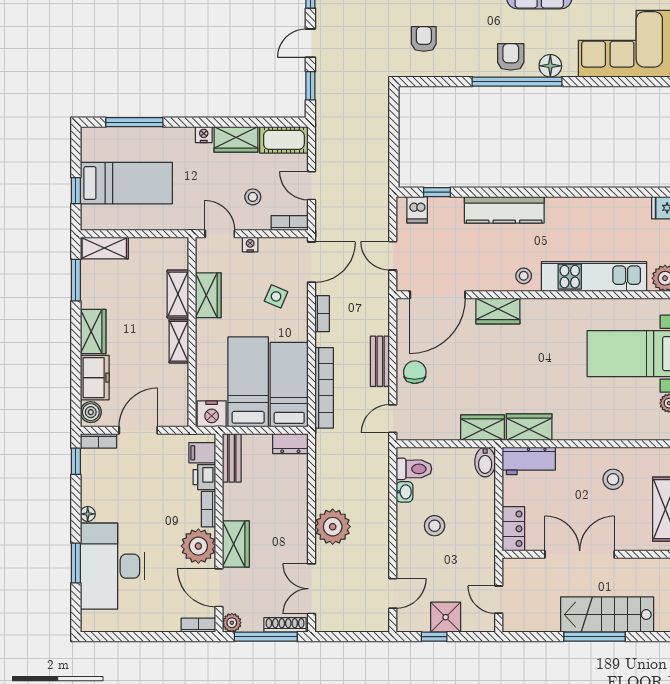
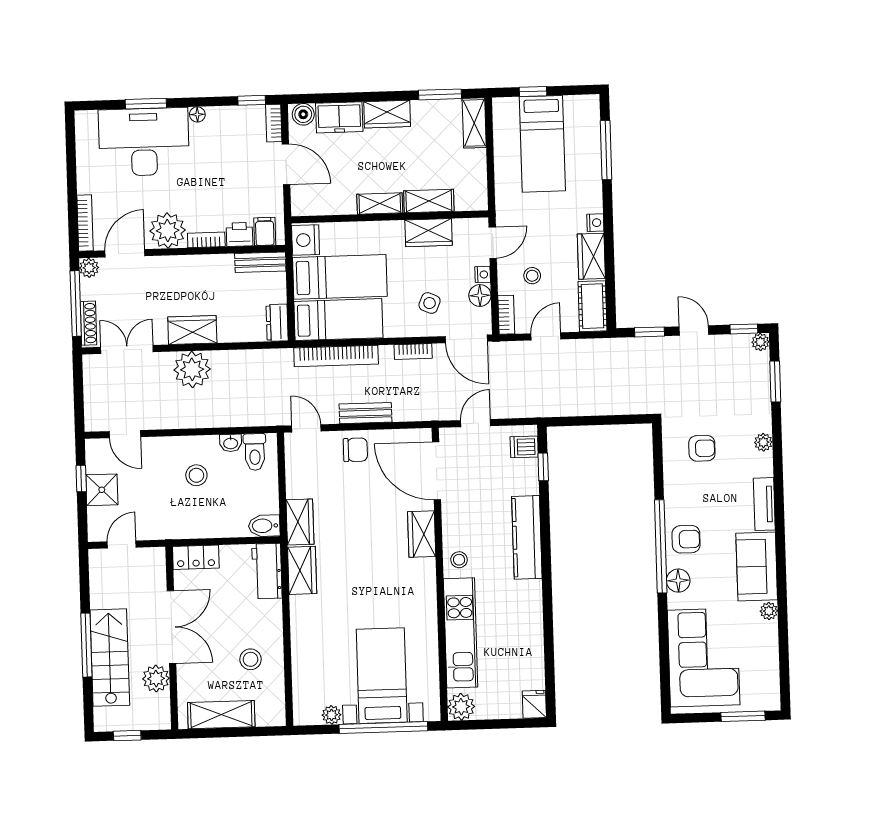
floor lamp: (270, 248) -> (480, 295), added
wardrobe: (236, 544) -> (192, 330), moved, turned 180
plant: (629, 571) -> (156, 679), added
bookcase: (198, 625) -> (85, 223), width x1.56

